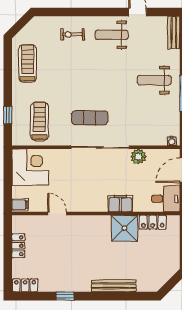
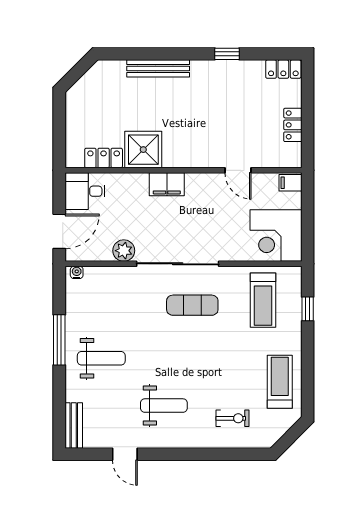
exercise bike: (73, 34) -> (232, 418), moved
weight bench: (112, 35) -> (164, 406), moved
treadmill: (28, 64) -> (280, 382), turned 180
filing cabinet: (120, 204) -> (167, 184), moved

